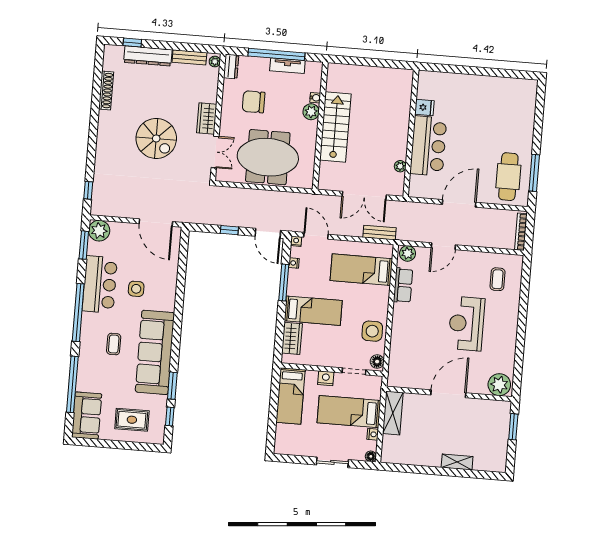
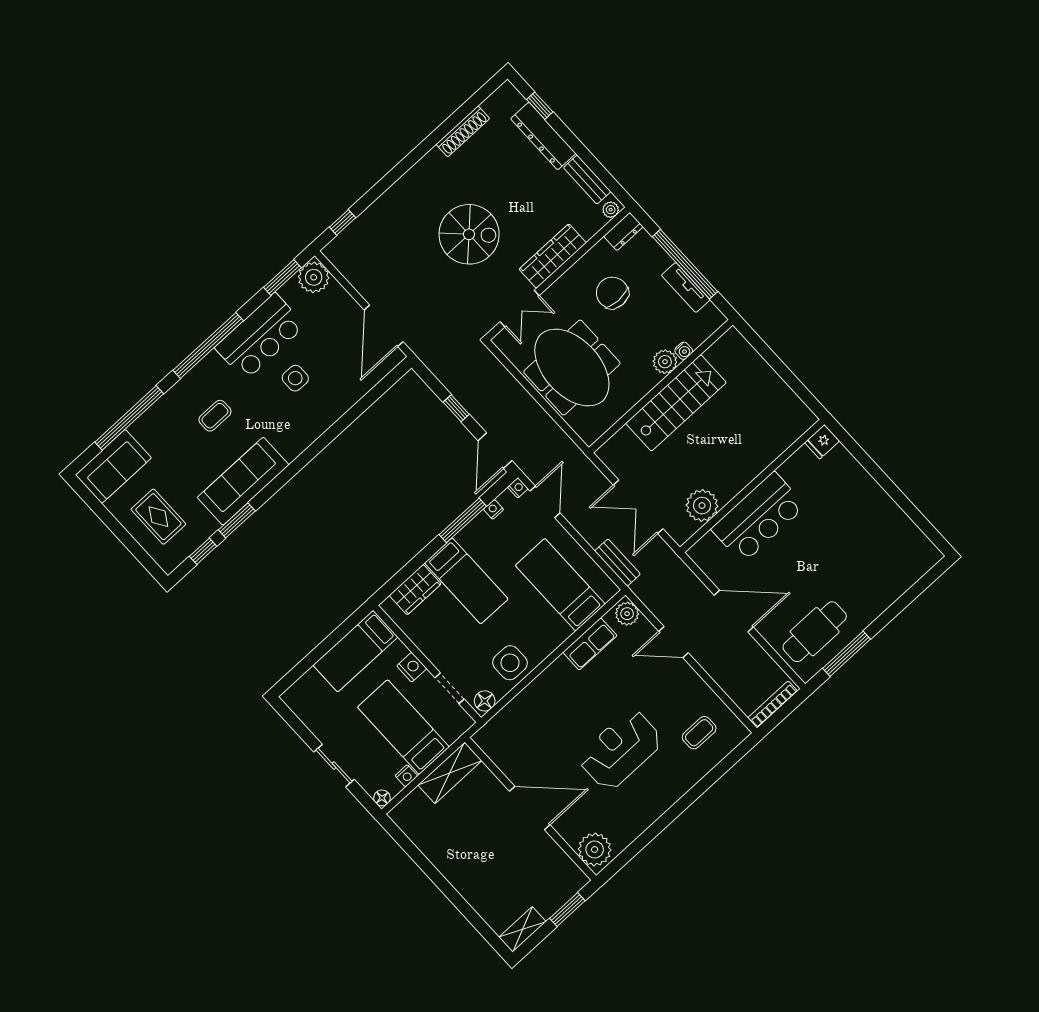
fridge: (424, 107) -> (822, 442), moved, turned 90
wardrobe: (207, 118) -> (553, 256), width x1.50
spiral stairs: (156, 138) -> (469, 234), turned -90
plant: (400, 166) -> (702, 506), width x1.87, depth x1.87
sofa: (155, 352) -> (243, 481), width x0.74, depth x0.79
shelving: (457, 462) -> (522, 929), moved, turned 90

